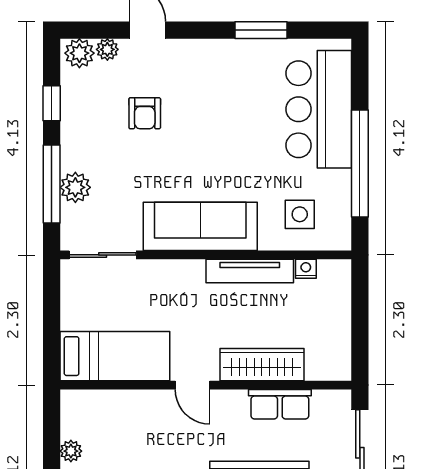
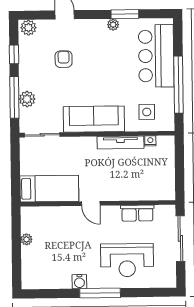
plant: (107, 49) -> (113, 25), moved
armchair: (145, 113) -> (64, 59), turned 180
wardrobe: (262, 365) -> (128, 192), removed

